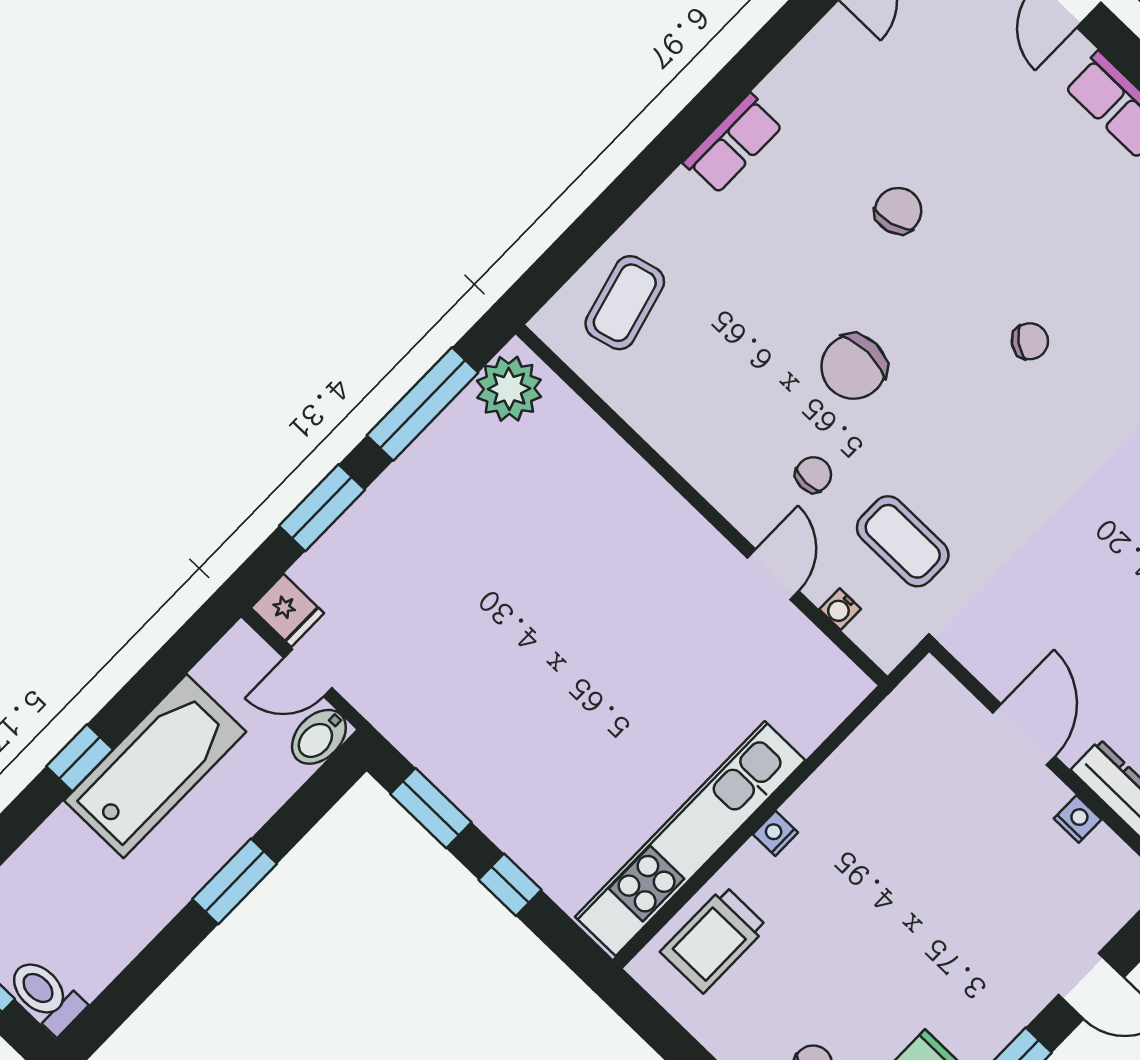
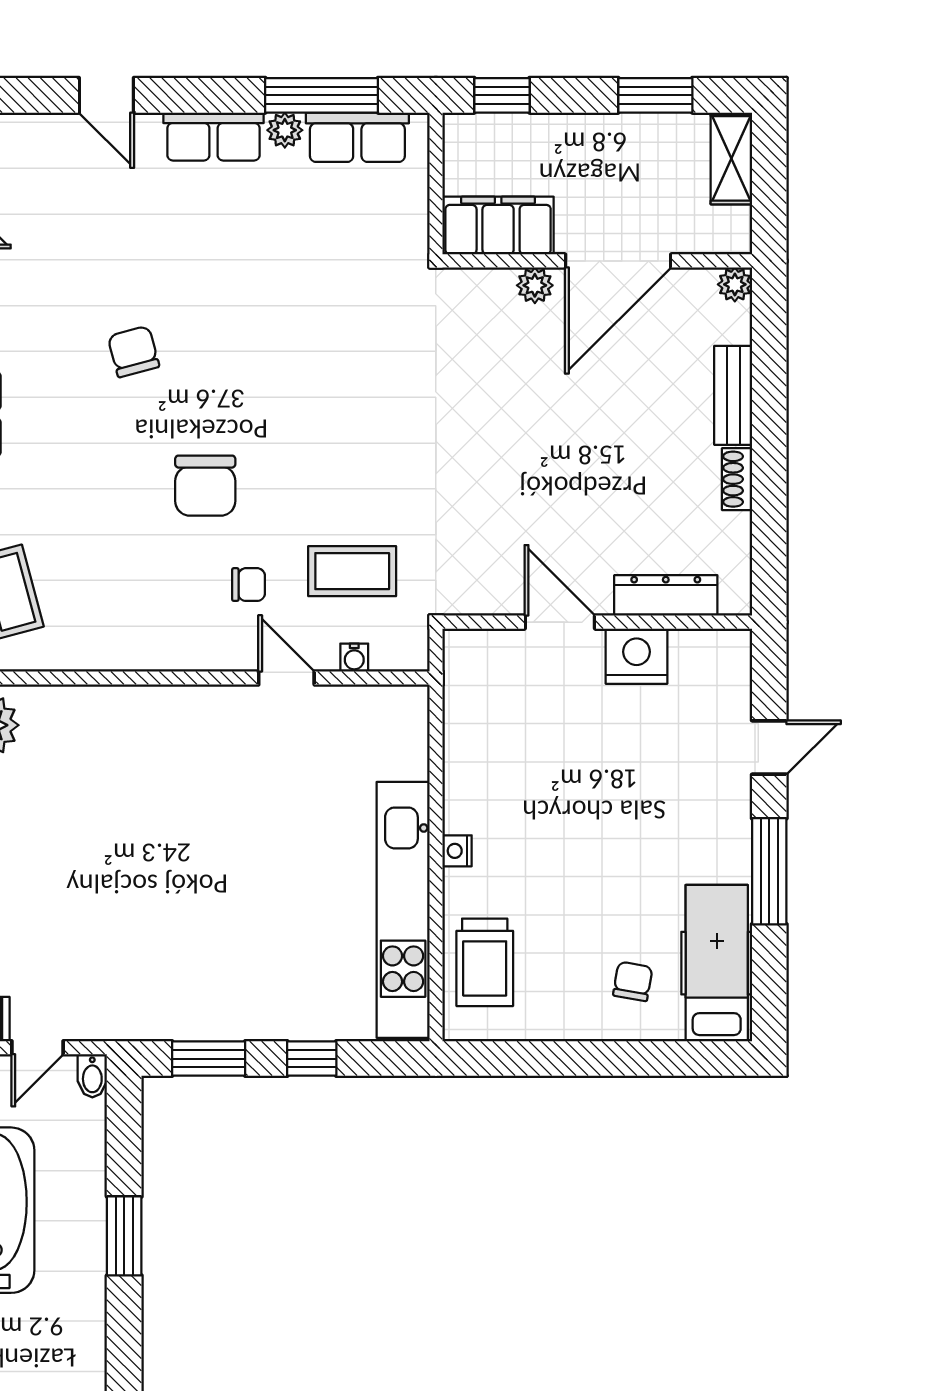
chair: (1030, 341) -> (307, 353), removed
chair: (813, 475) -> (249, 585), turned 90
bidet: (319, 737) -> (92, 1076), width x0.72, depth x0.74
nightstand: (1078, 819) -> (637, 656), width x1.89, depth x1.79

